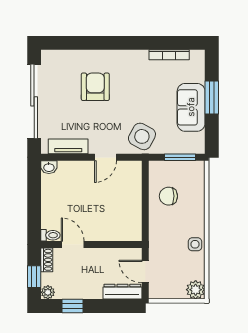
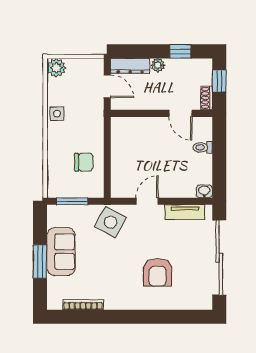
toilet: (50, 235) -> (203, 147), moved
plant: (48, 292) -> (158, 65), moved

